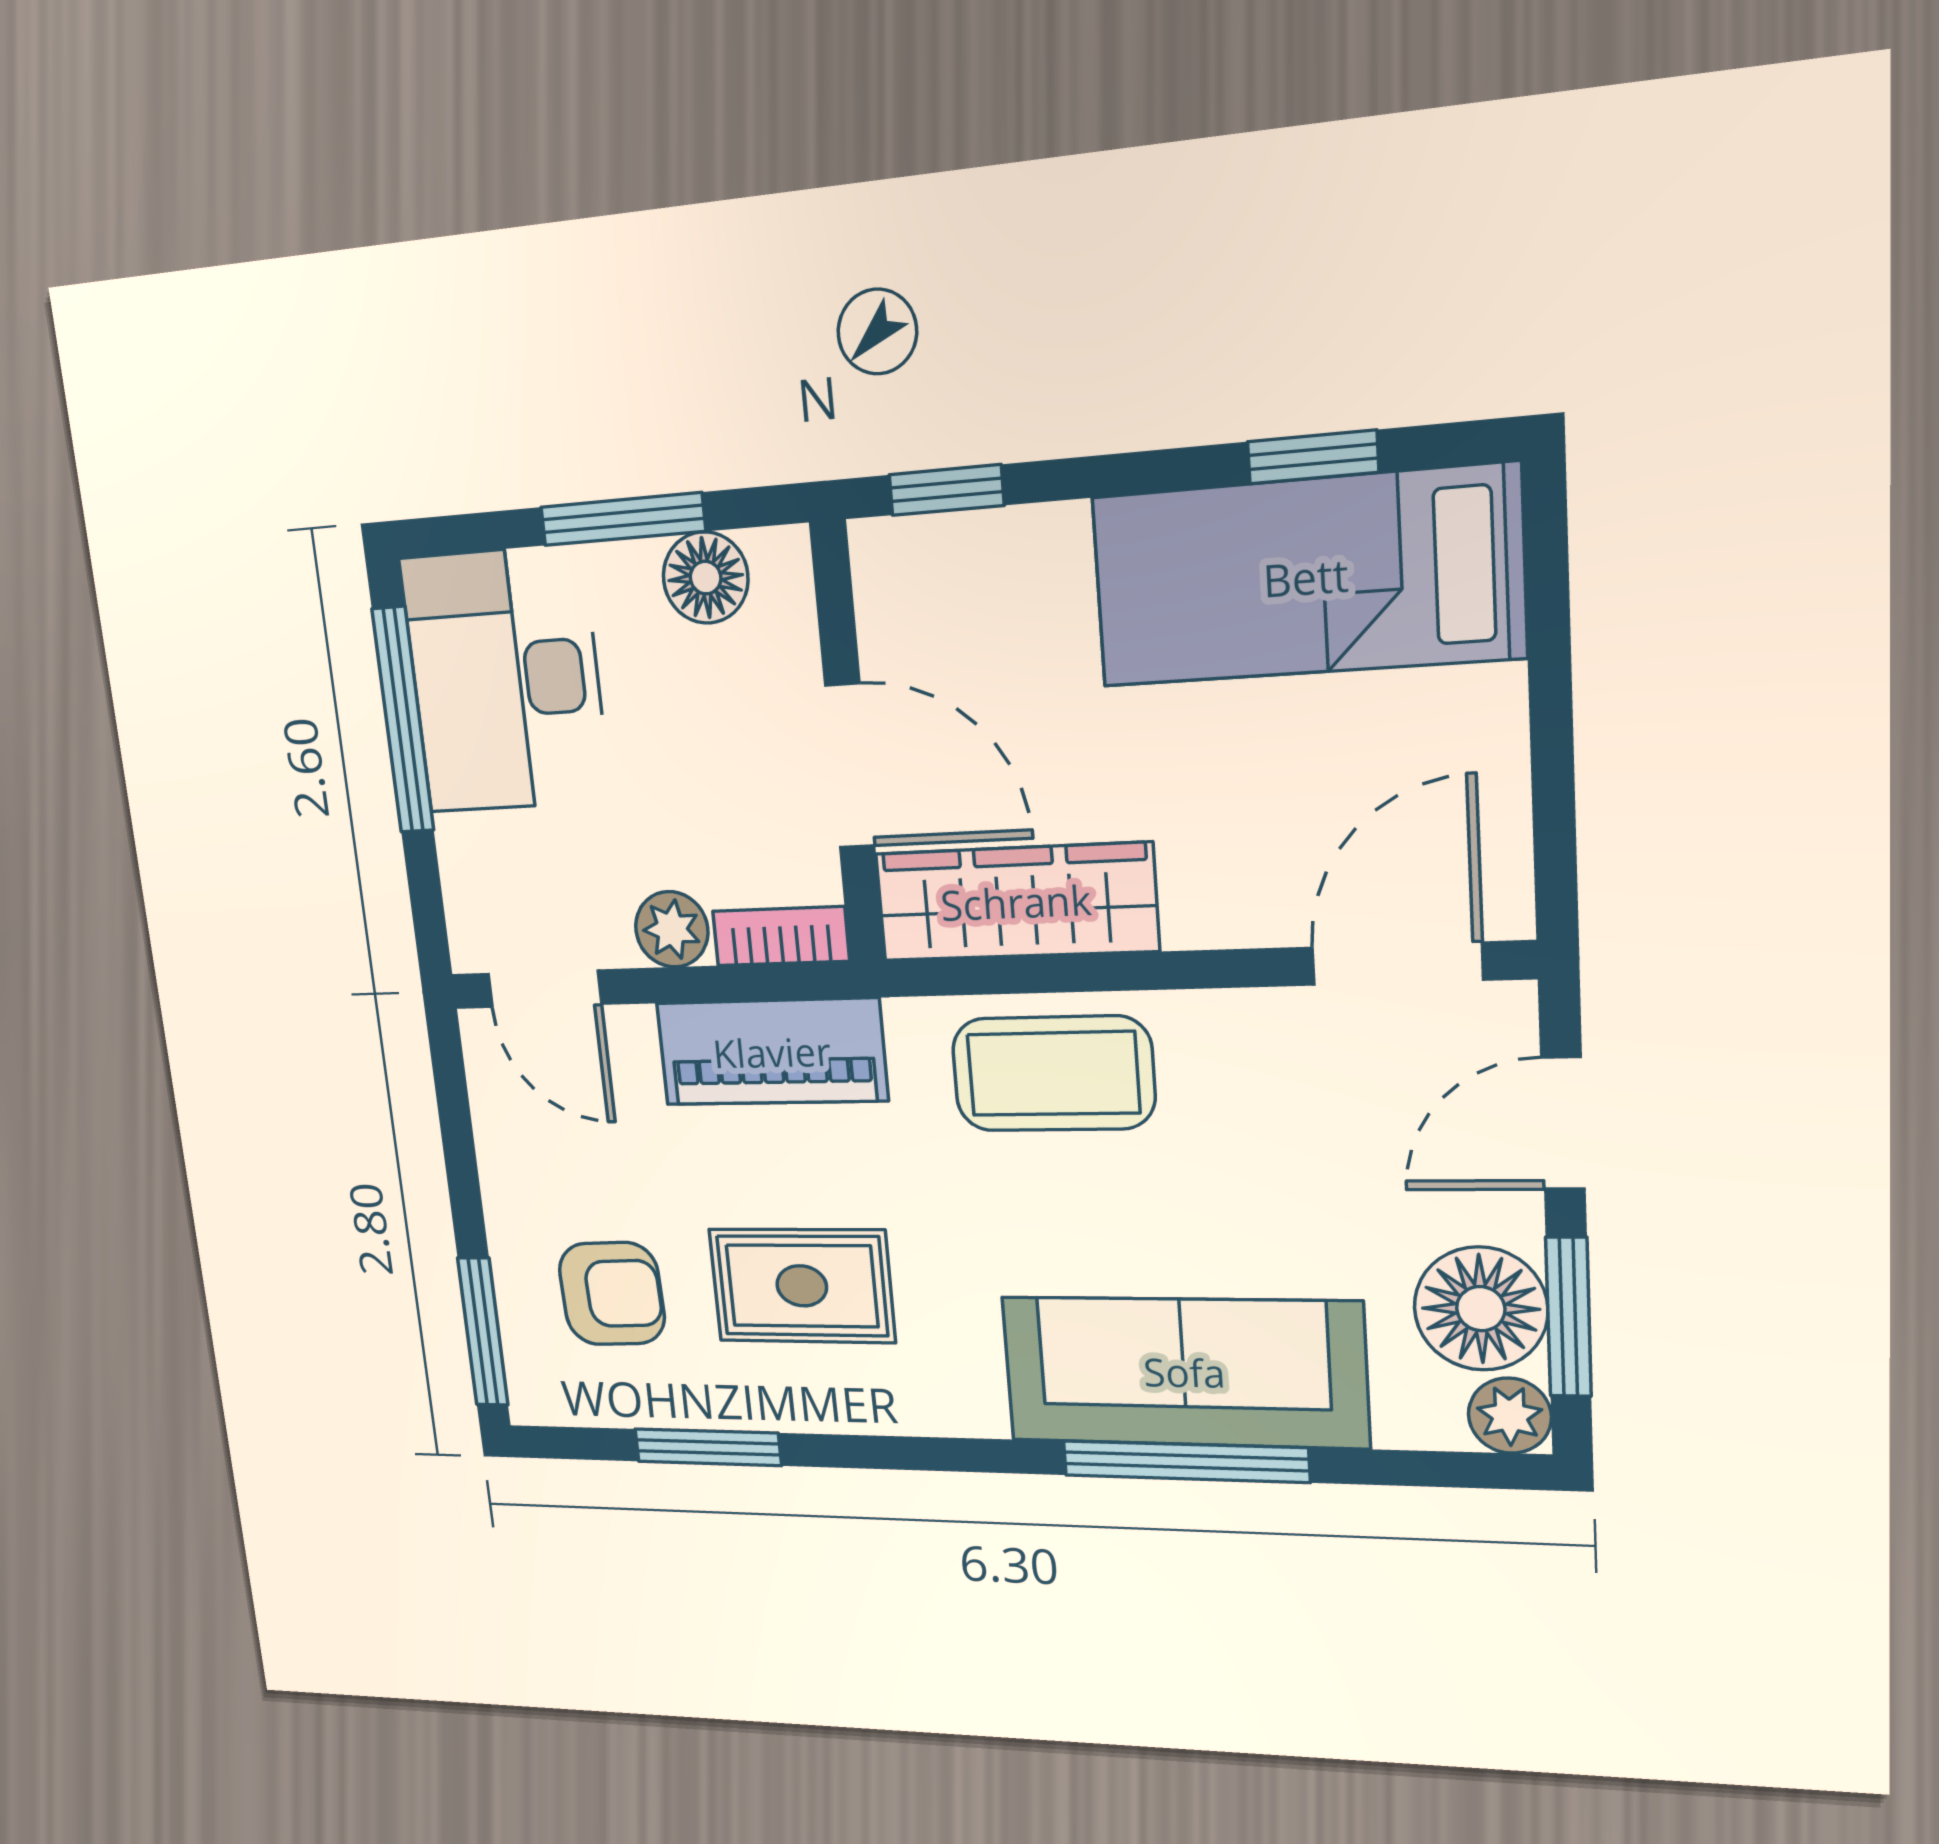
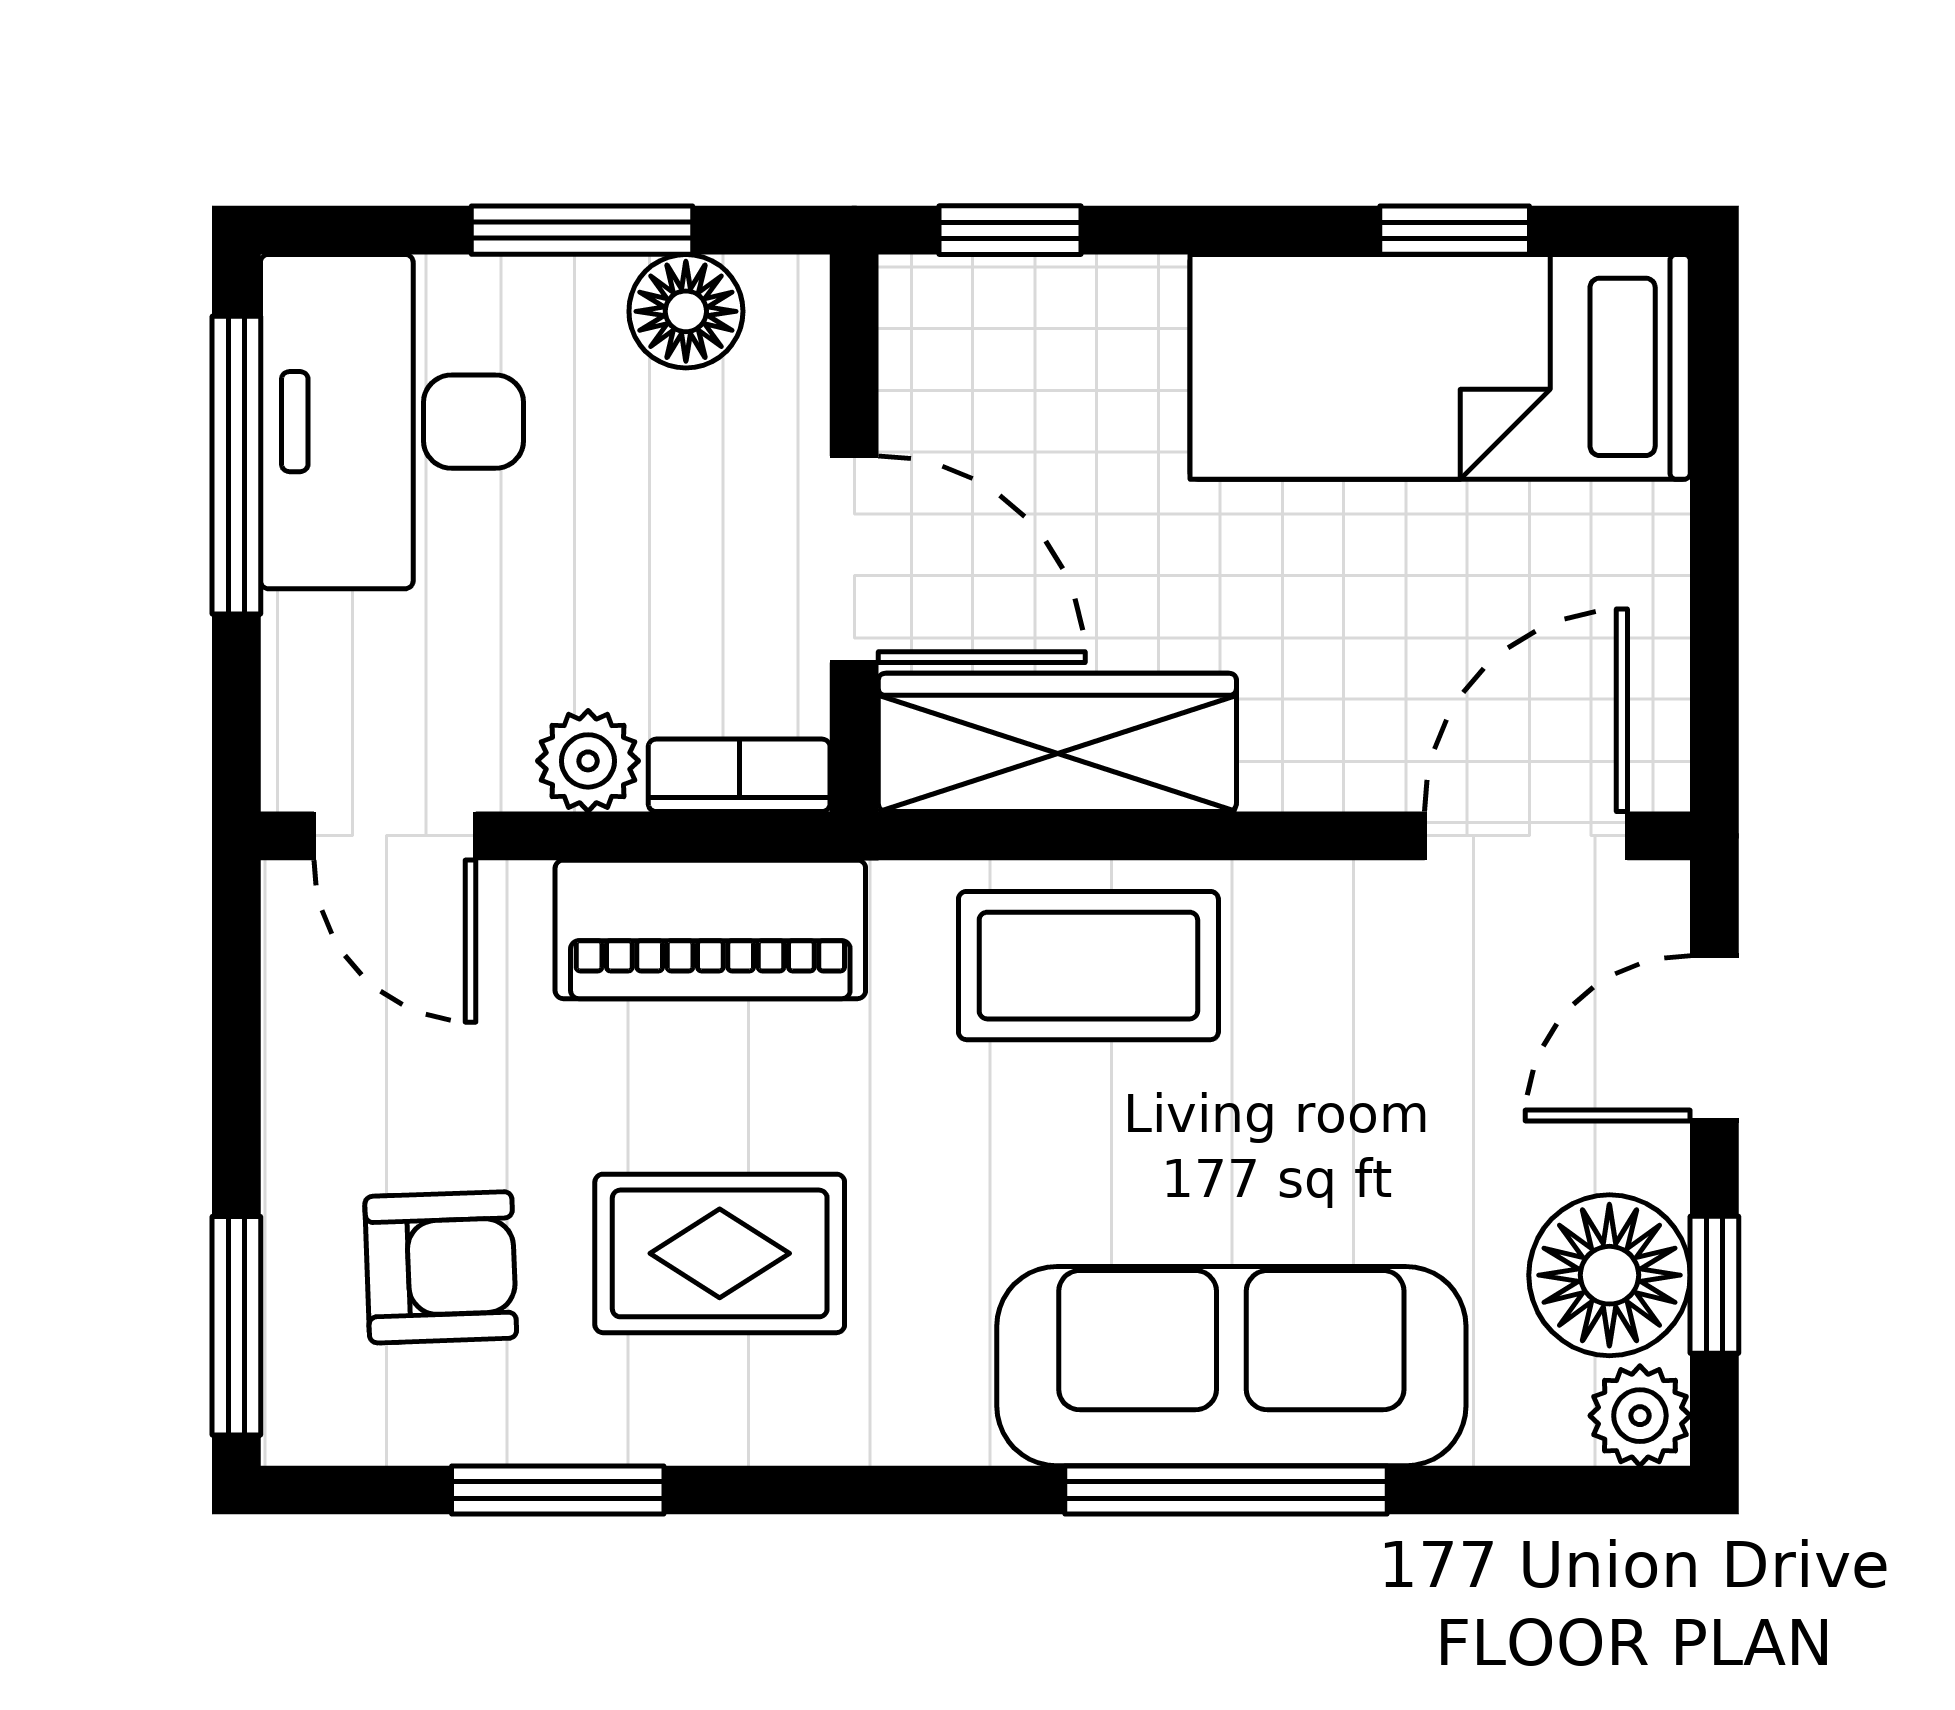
window: (1569, 1317) -> (1714, 1285), width x0.67

